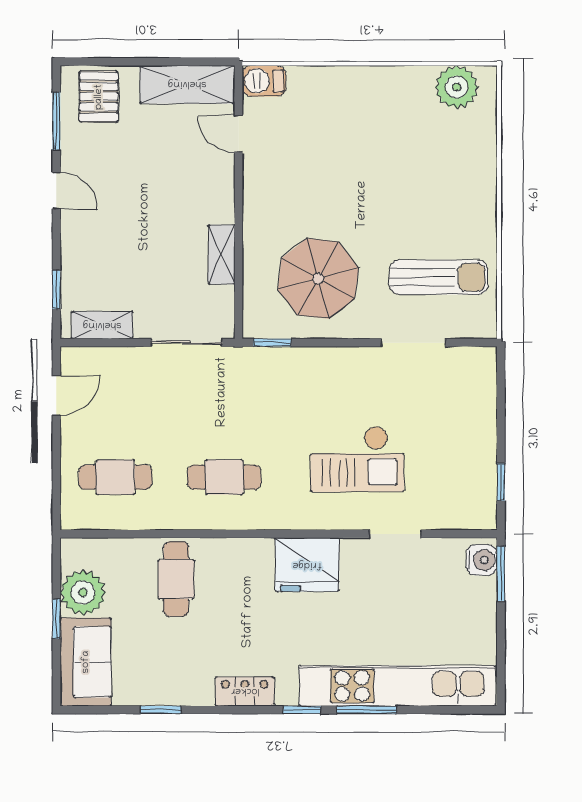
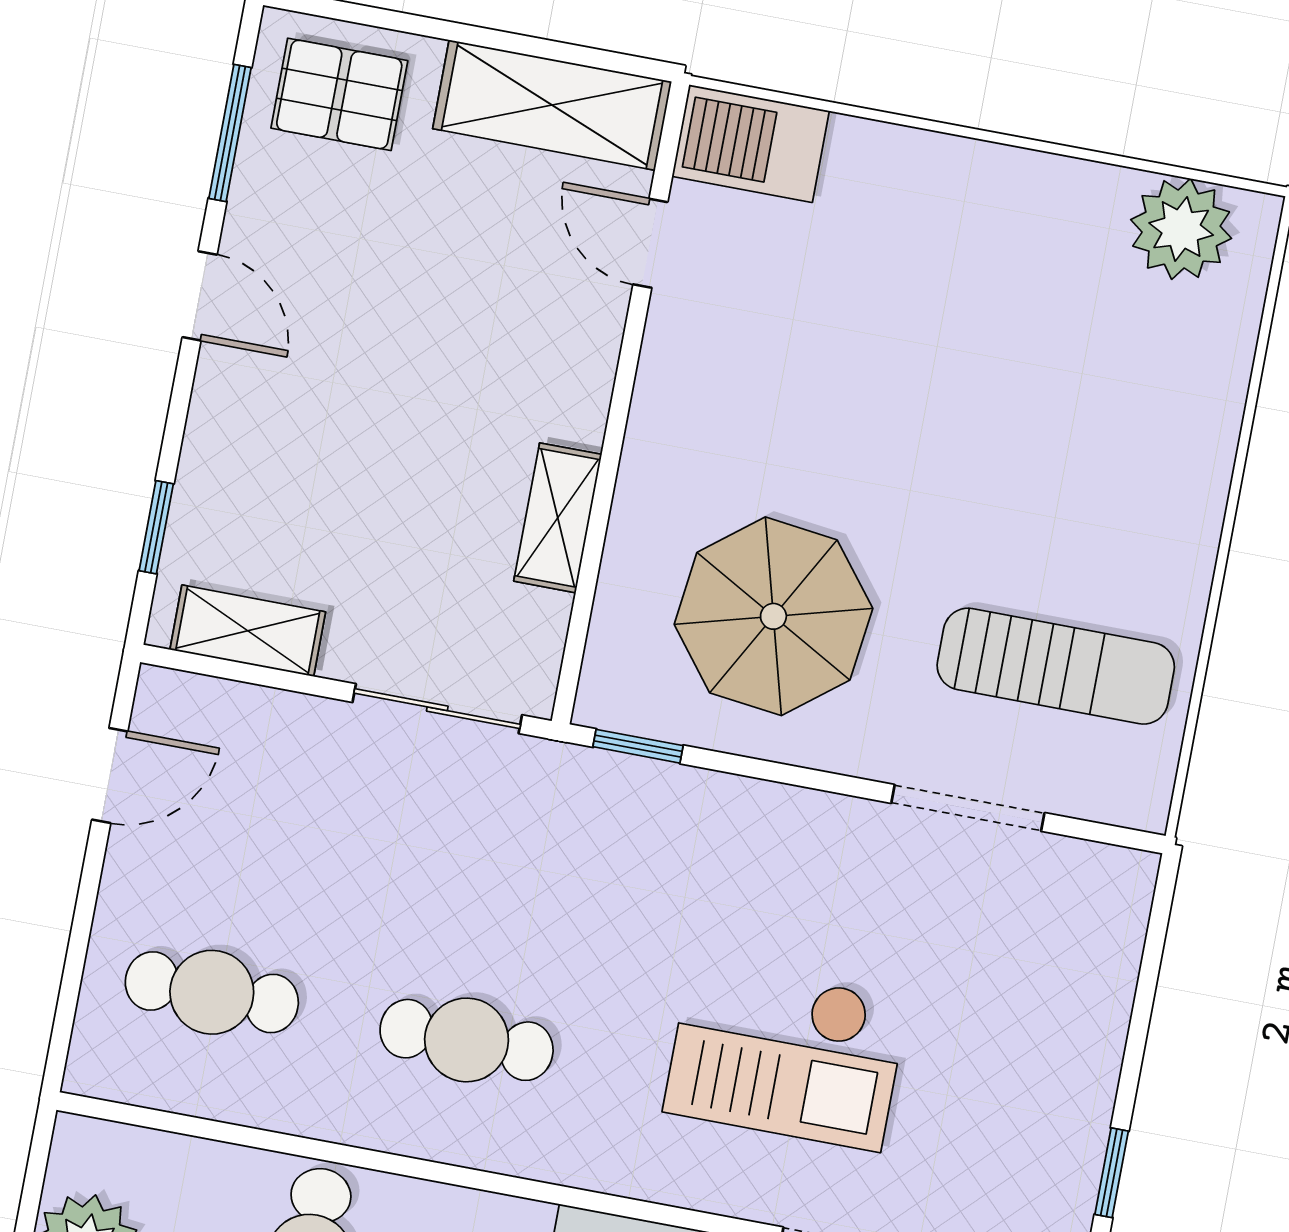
barbecue: (264, 81) -> (751, 144), width x1.38, depth x1.27
pallet: (99, 97) -> (339, 94), turned 90

